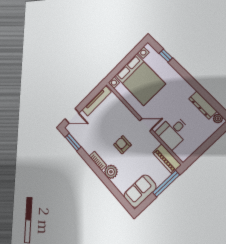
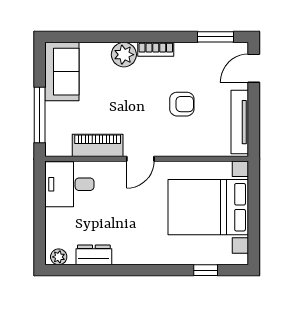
dresser: (203, 105) -> (94, 255), width x0.70
desk: (173, 132) -> (69, 184), moved, turned -90
armchair: (122, 145) -> (182, 104), moved
piano: (167, 159) -> (98, 145), moved

